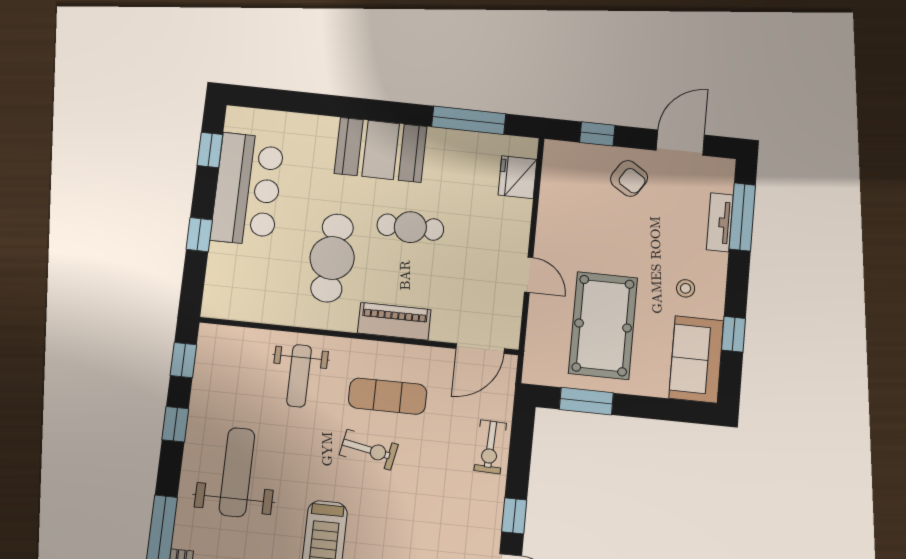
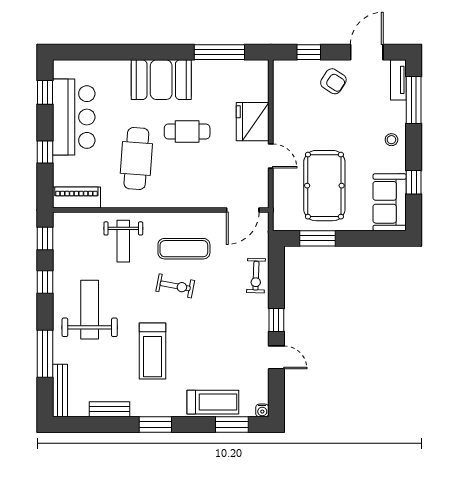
fridge: (517, 177) -> (253, 122), moved, width x1.36, depth x1.34
tv unit: (720, 222) -> (398, 80), moved
stool: (686, 288) -> (391, 140), moved
piano: (394, 321) -> (76, 198), moved

